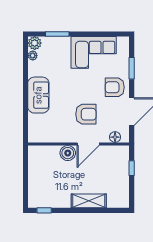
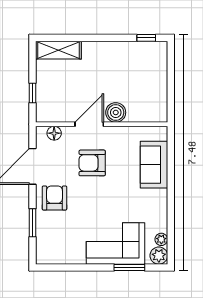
corner sofa: (94, 52) -> (116, 243), moved
armchair: (115, 87) -> (55, 198), turned -90
sofa: (38, 95) -> (154, 165), moved
shelving: (89, 201) -> (58, 50), moved

